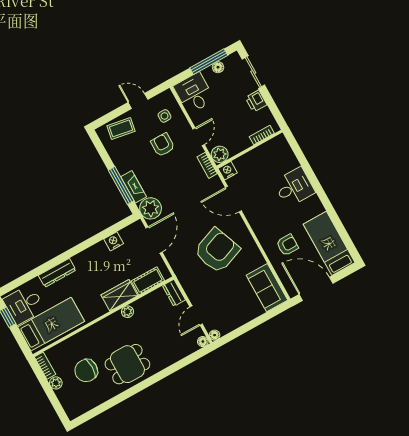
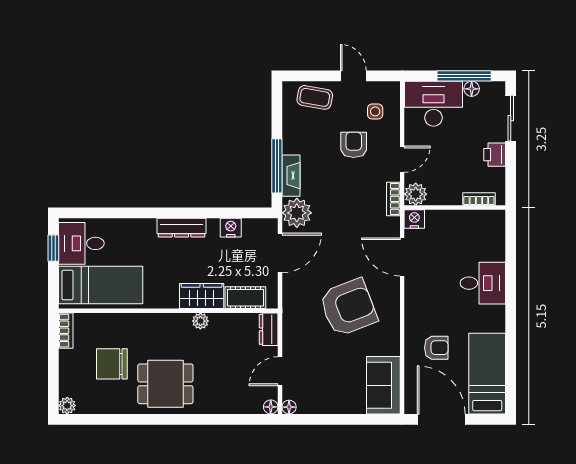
desk: (194, 93) -> (434, 104), width x1.37
dresser: (57, 273) -> (181, 228), moved
plant: (56, 383) -> (67, 406), moved

